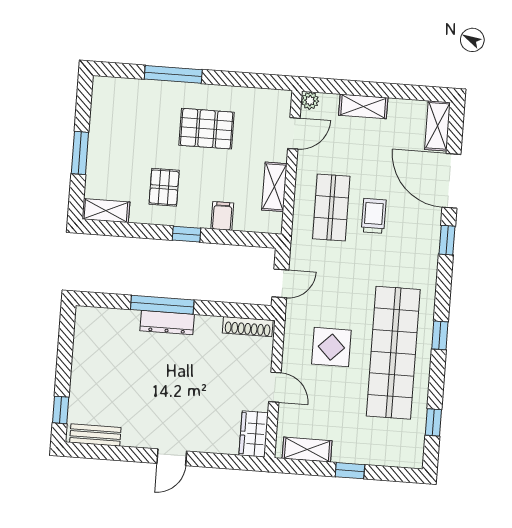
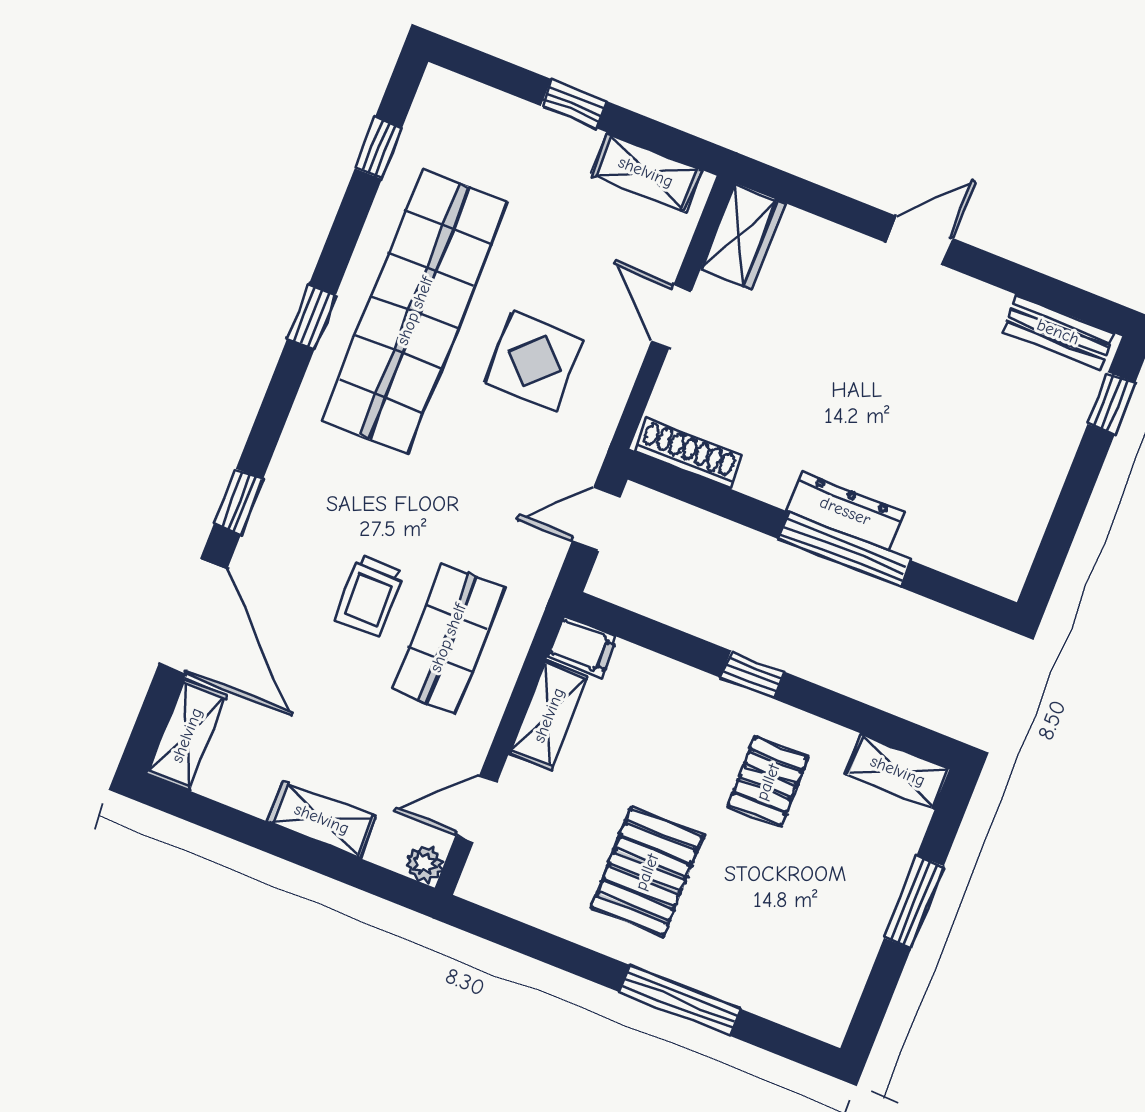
pallet: (207, 129) -> (647, 872), turned 90
filing cabinet: (222, 216) -> (582, 646), moved, turned -90

